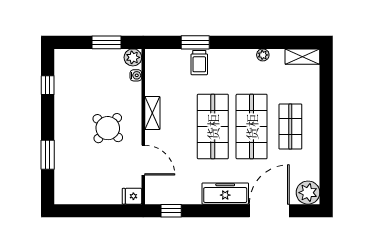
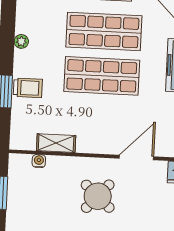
plant: (263, 55) -> (21, 41), moved
plant: (133, 57) -> (18, 163), removed
shelving: (152, 113) -> (56, 143), moved

